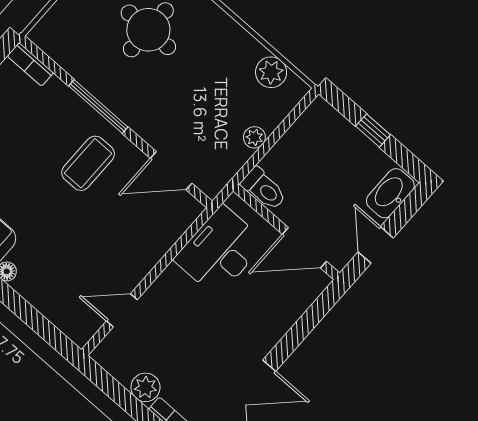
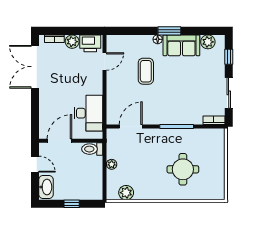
coffee table: (88, 163) -> (146, 71), moved
printer: (119, 359) -> (90, 43), added

